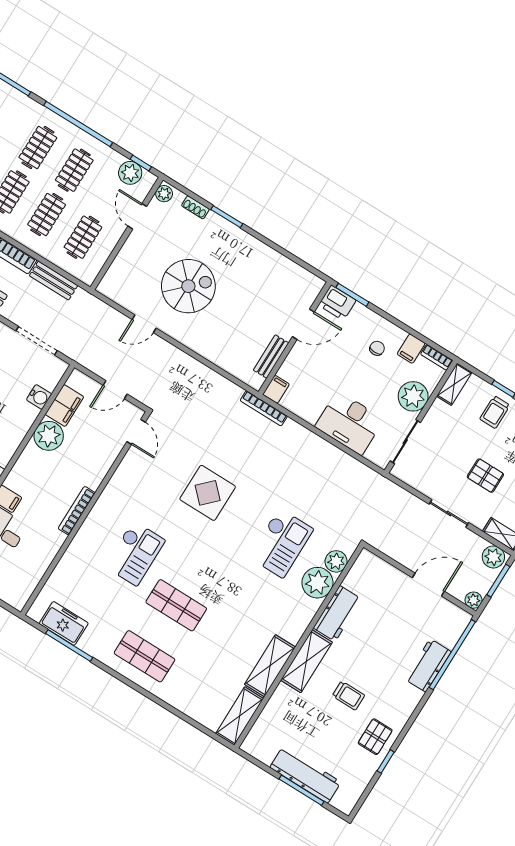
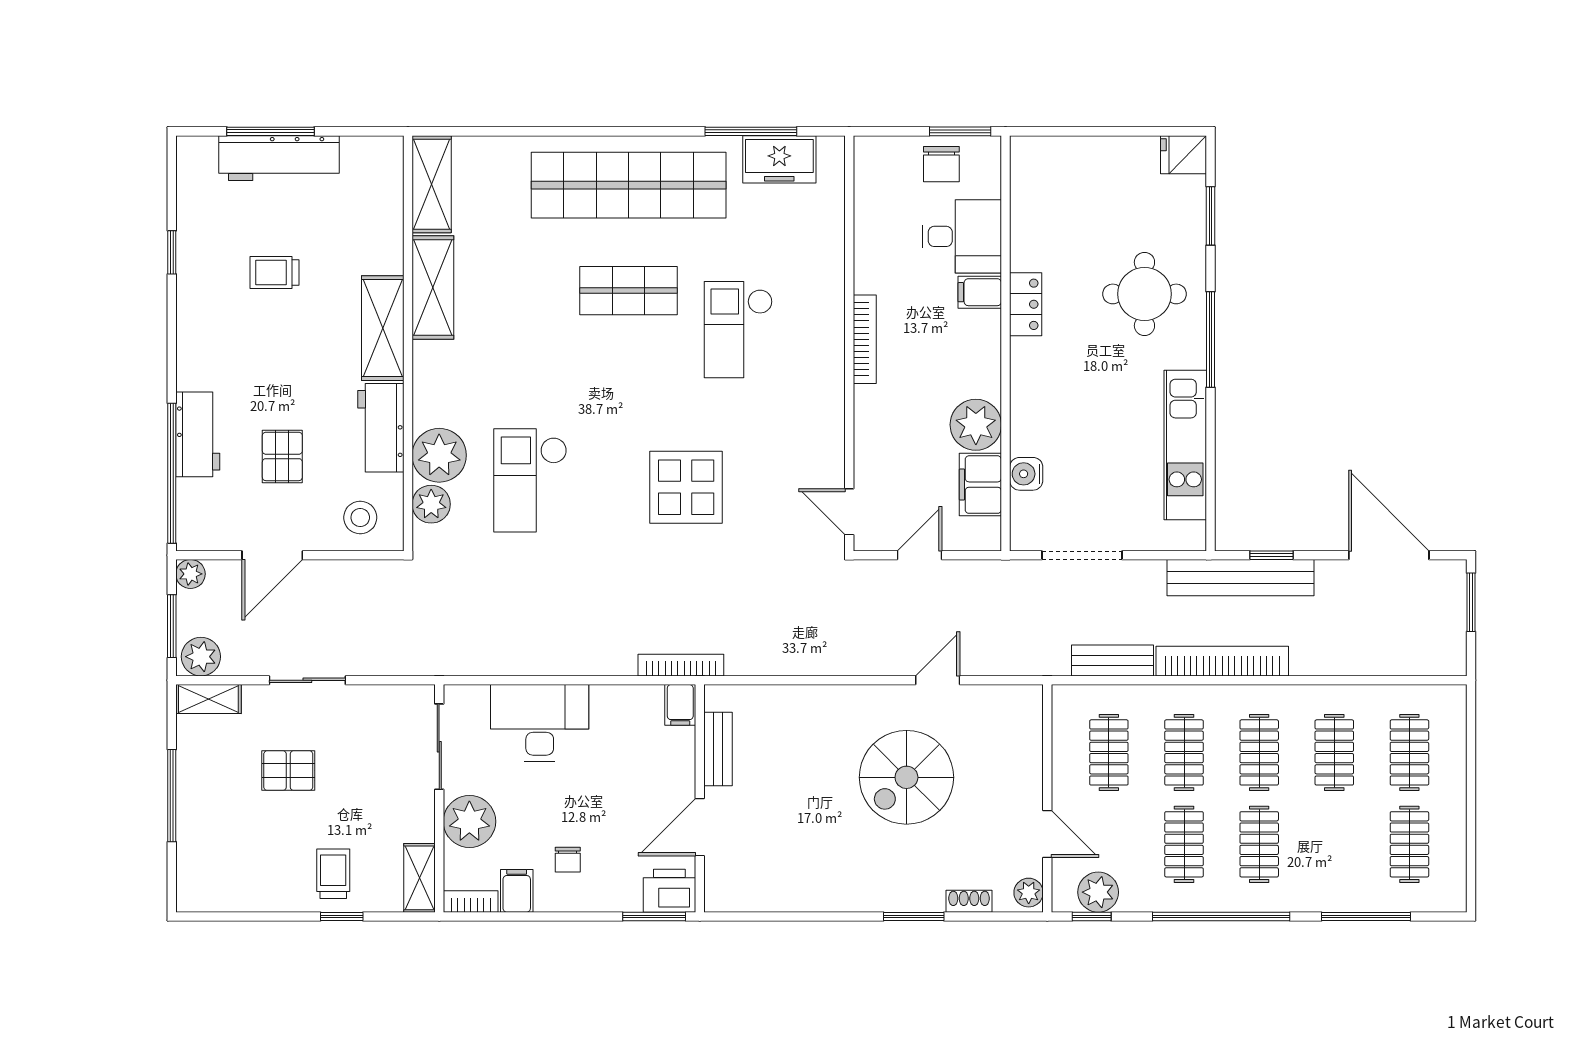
stool: (374, 576) -> (360, 518), added
shop shelf: (145, 656) -> (629, 185), width x2.00, depth x1.36
trolley: (348, 696) -> (274, 273), moved
pallet: (375, 737) -> (282, 456), moved

